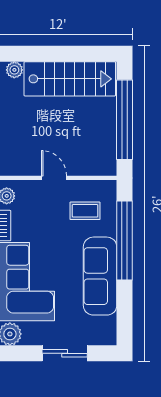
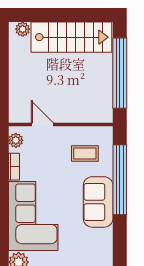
door: (54, 178) -> (42, 124), moved
sofa: (100, 276) -> (98, 202), width x0.73

